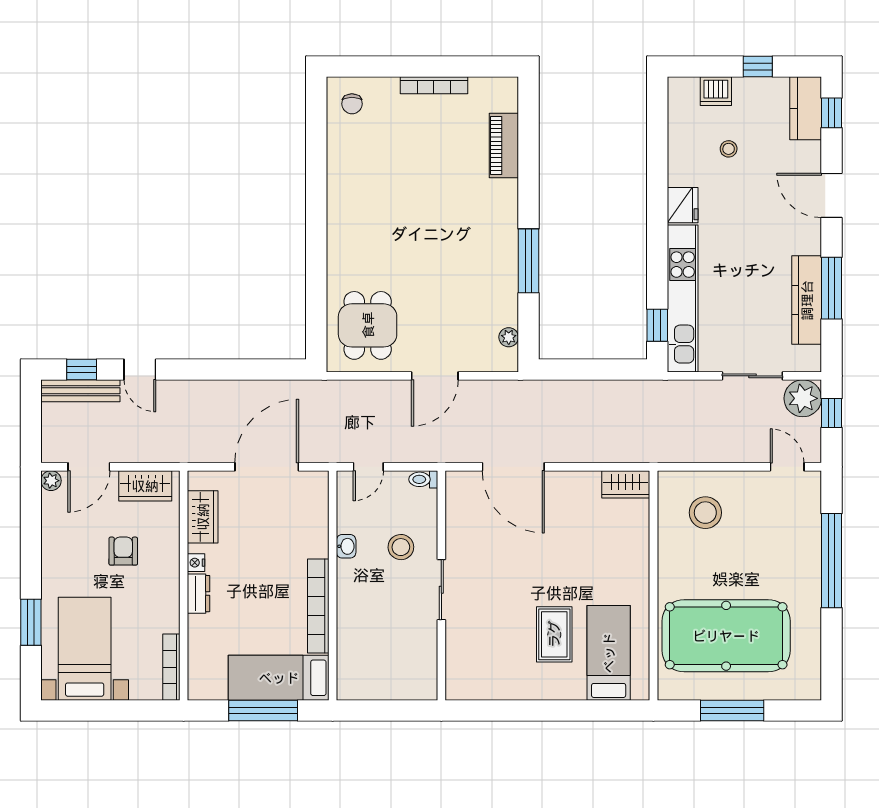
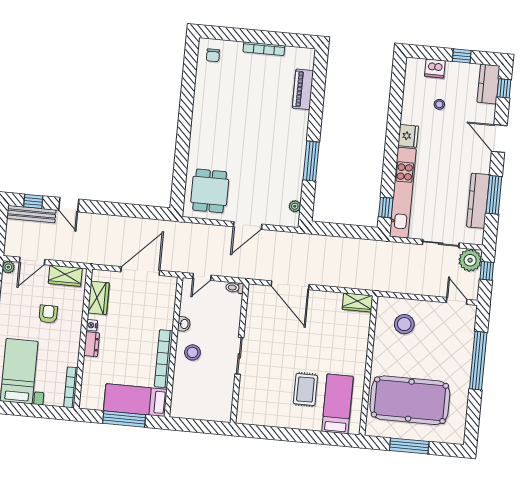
stool: (401, 547) -> (192, 352), moved

